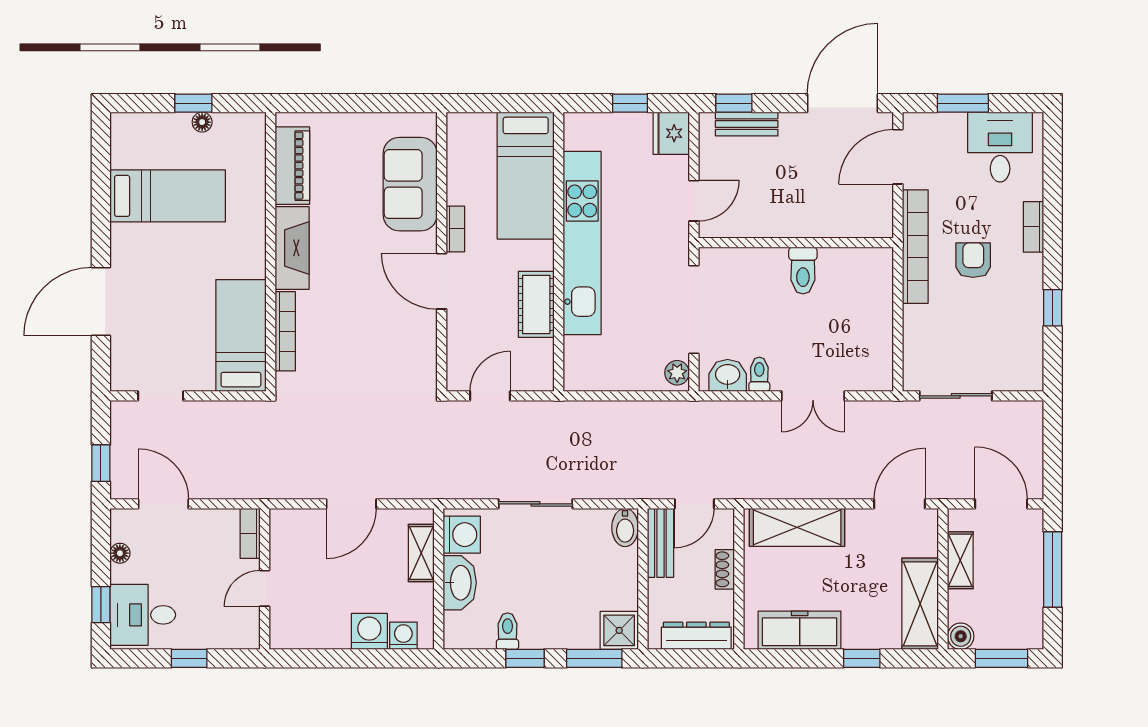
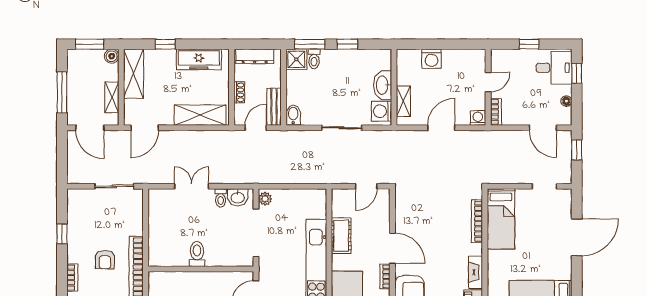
fireplace: (292, 248) -> (476, 272), width x0.73, depth x0.76
toilet: (508, 631) -> (314, 59), moved
washing machine: (403, 636) -> (478, 118), moved, turned 180

